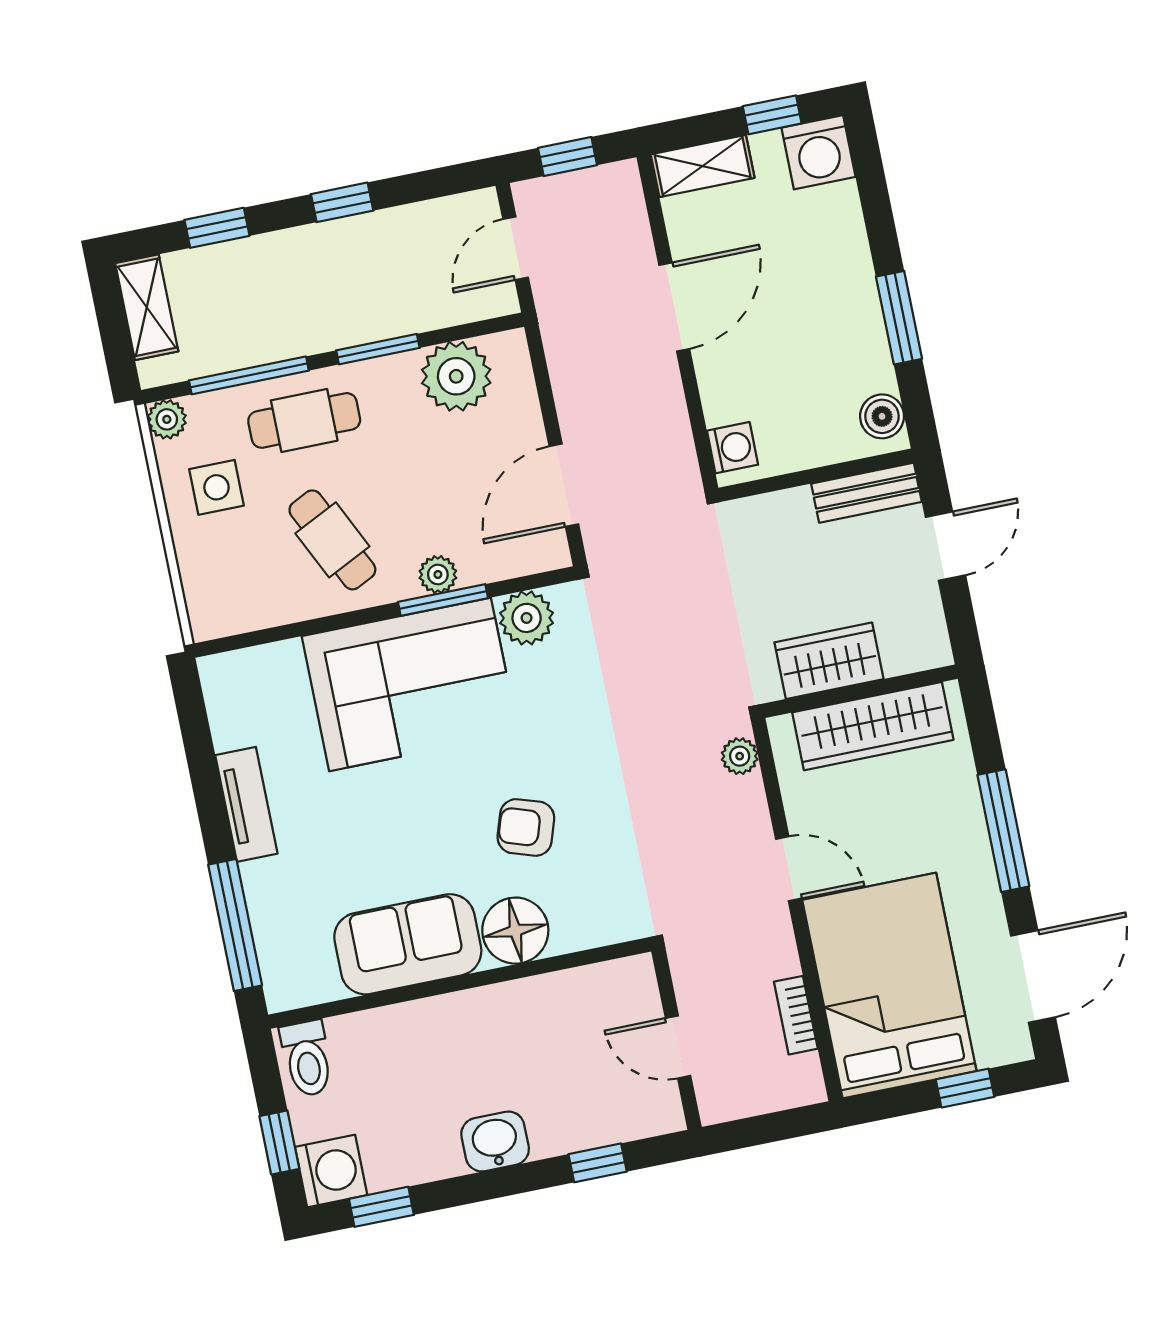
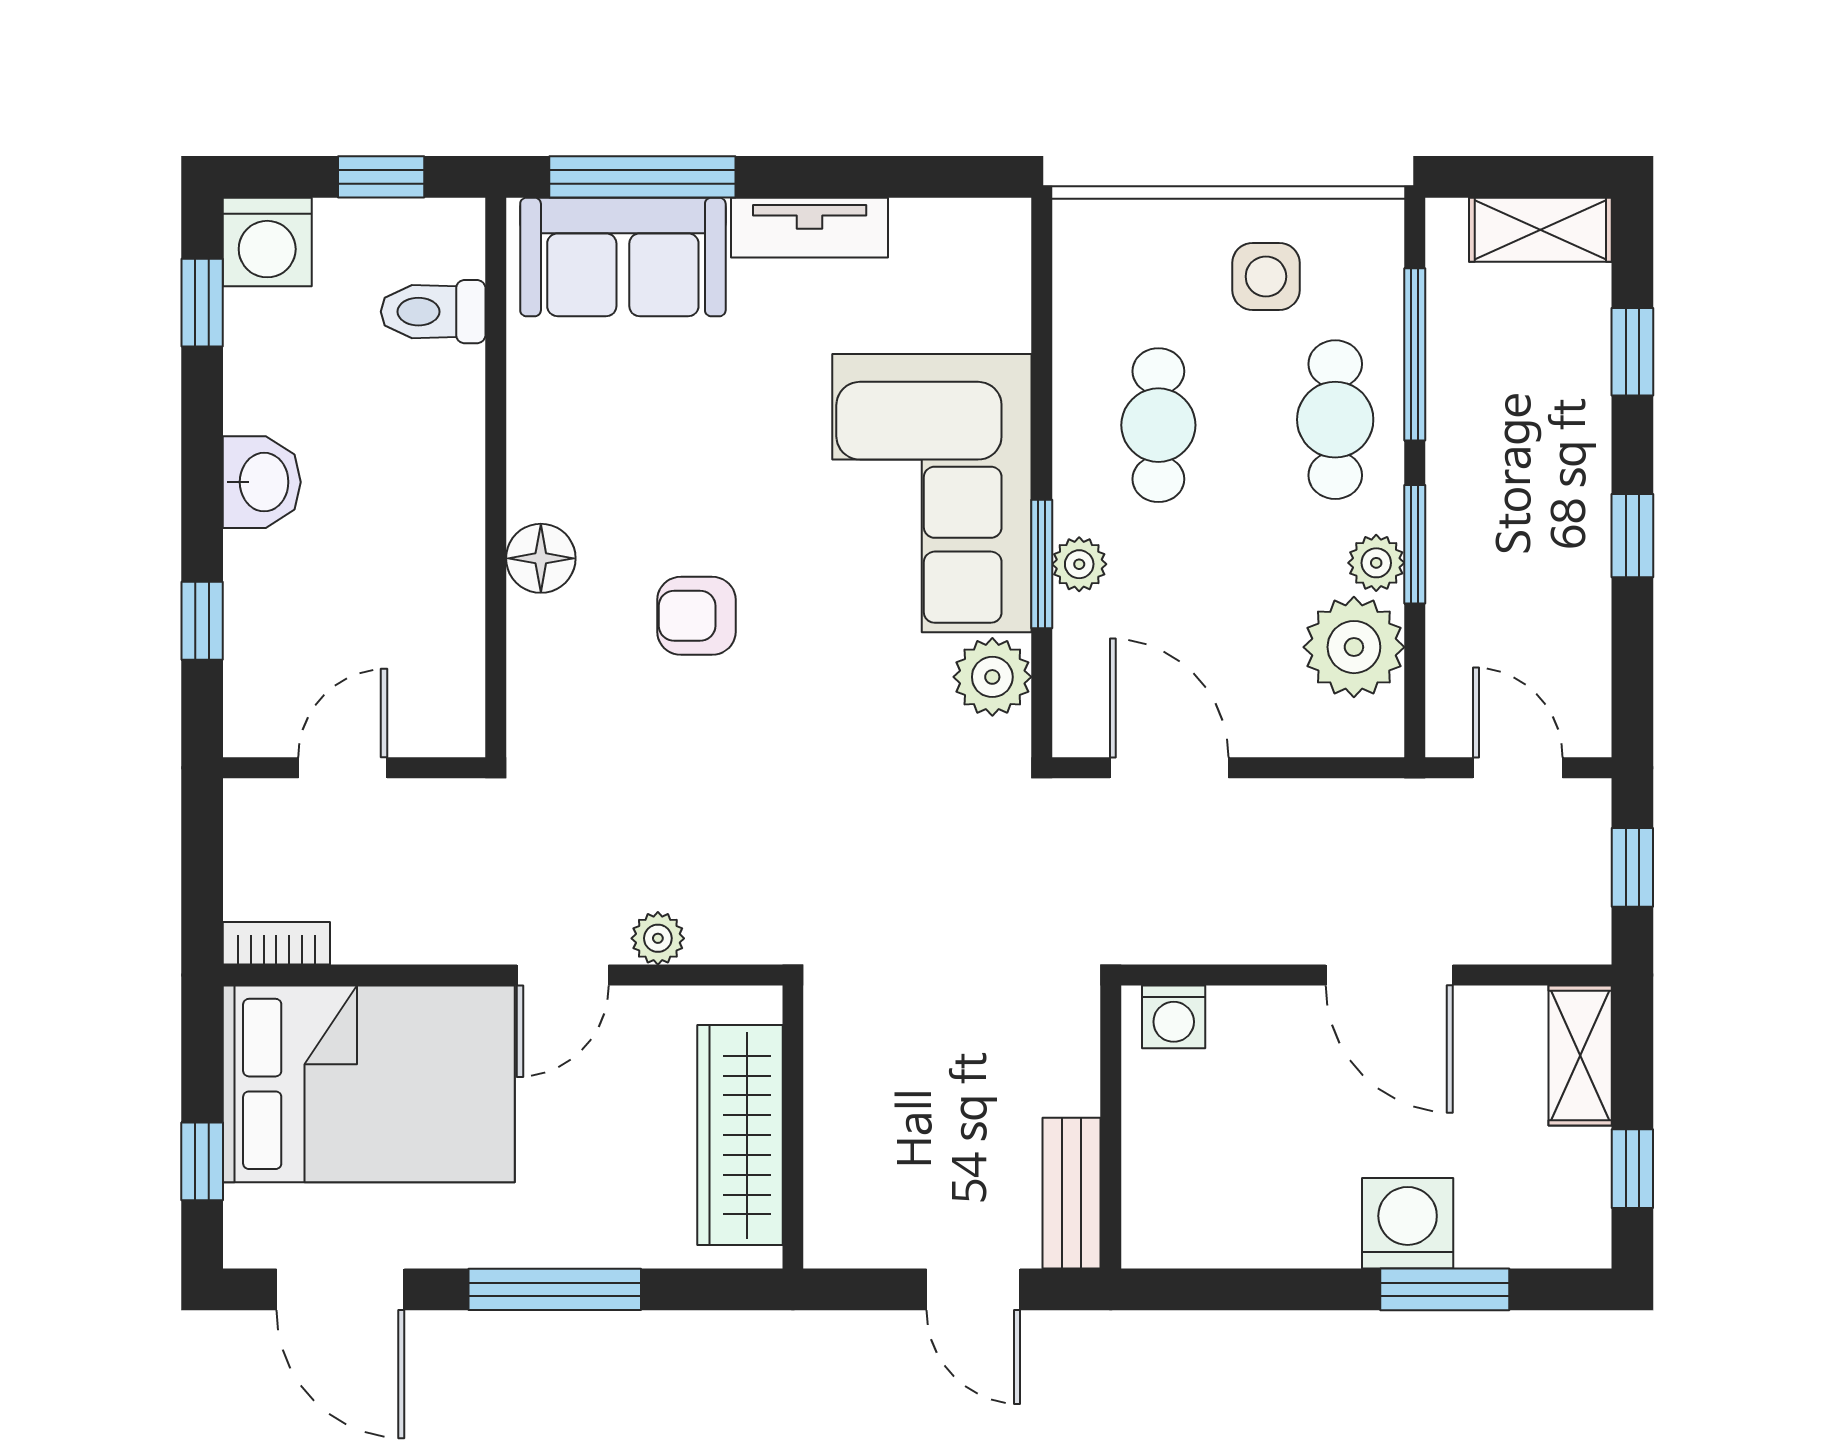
washing machine: (818, 152) -> (1408, 1223), moved, turned 90
window: (899, 318) -> (1445, 1289), moved
boiler: (882, 416) -> (1175, 1237), removed
plant: (167, 419) -> (1376, 563), moved
cafe table: (332, 540) -> (1158, 425), turned -64
wardrobe: (829, 661) -> (845, 1092), removed
plant: (740, 756) -> (658, 938), moved
armchair: (526, 827) -> (696, 616), turned -108
floor lamp: (515, 931) -> (541, 558), width x0.73, depth x0.73
sofa: (408, 944) -> (623, 257), moved, turned 90
bookcase: (796, 1015) -> (276, 943), moved
toilet: (307, 1058) -> (433, 312), moved
window: (279, 1142) -> (381, 177), moved

